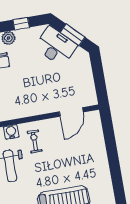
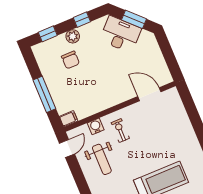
door: (71, 112) -> (149, 94), swing flipped

